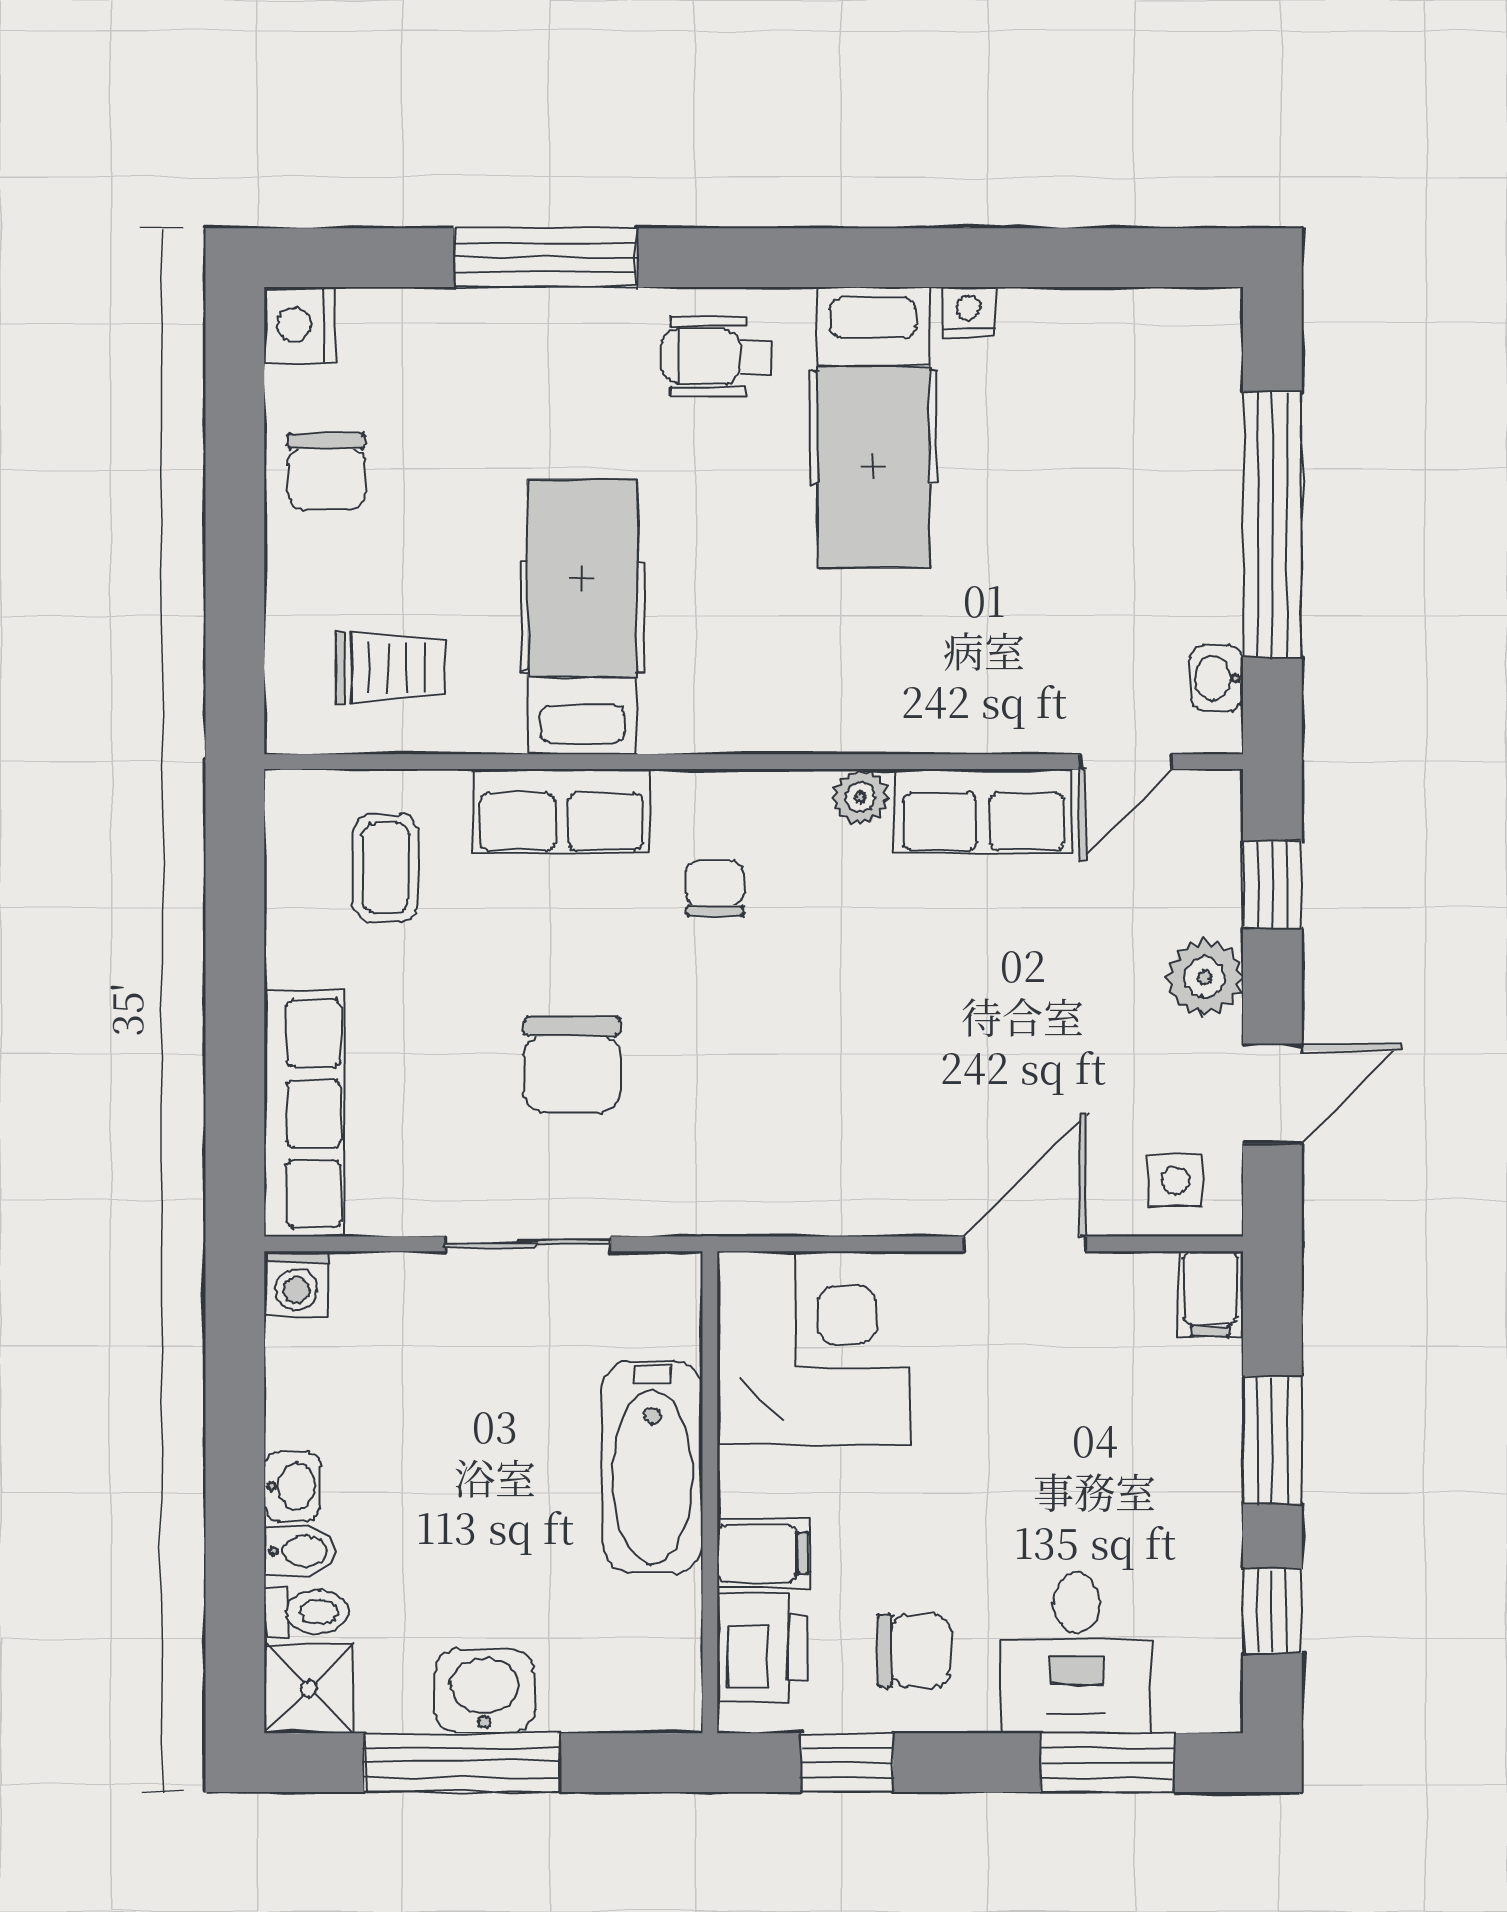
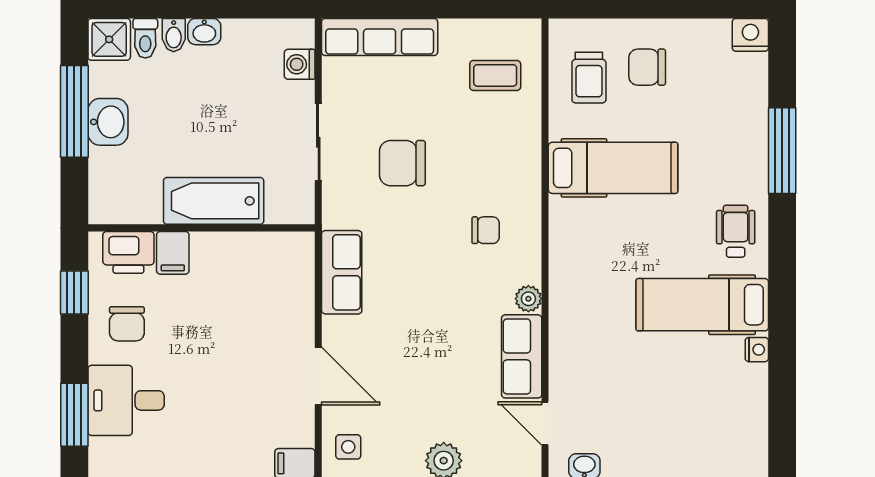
chair: (326, 472) -> (647, 67), moved
row of seats: (561, 812) -> (342, 272), moved, turned 180
washing machine: (296, 1283) -> (300, 64), moved
corner desk: (814, 1348) -> (269, 277), removed

